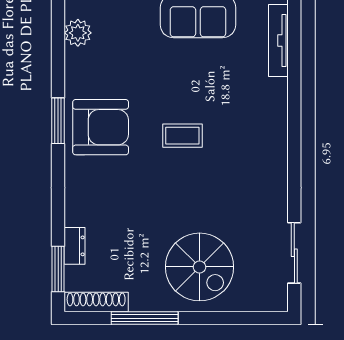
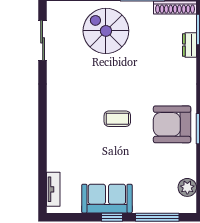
tv unit: (278, 40) -> (53, 189), width x0.71

